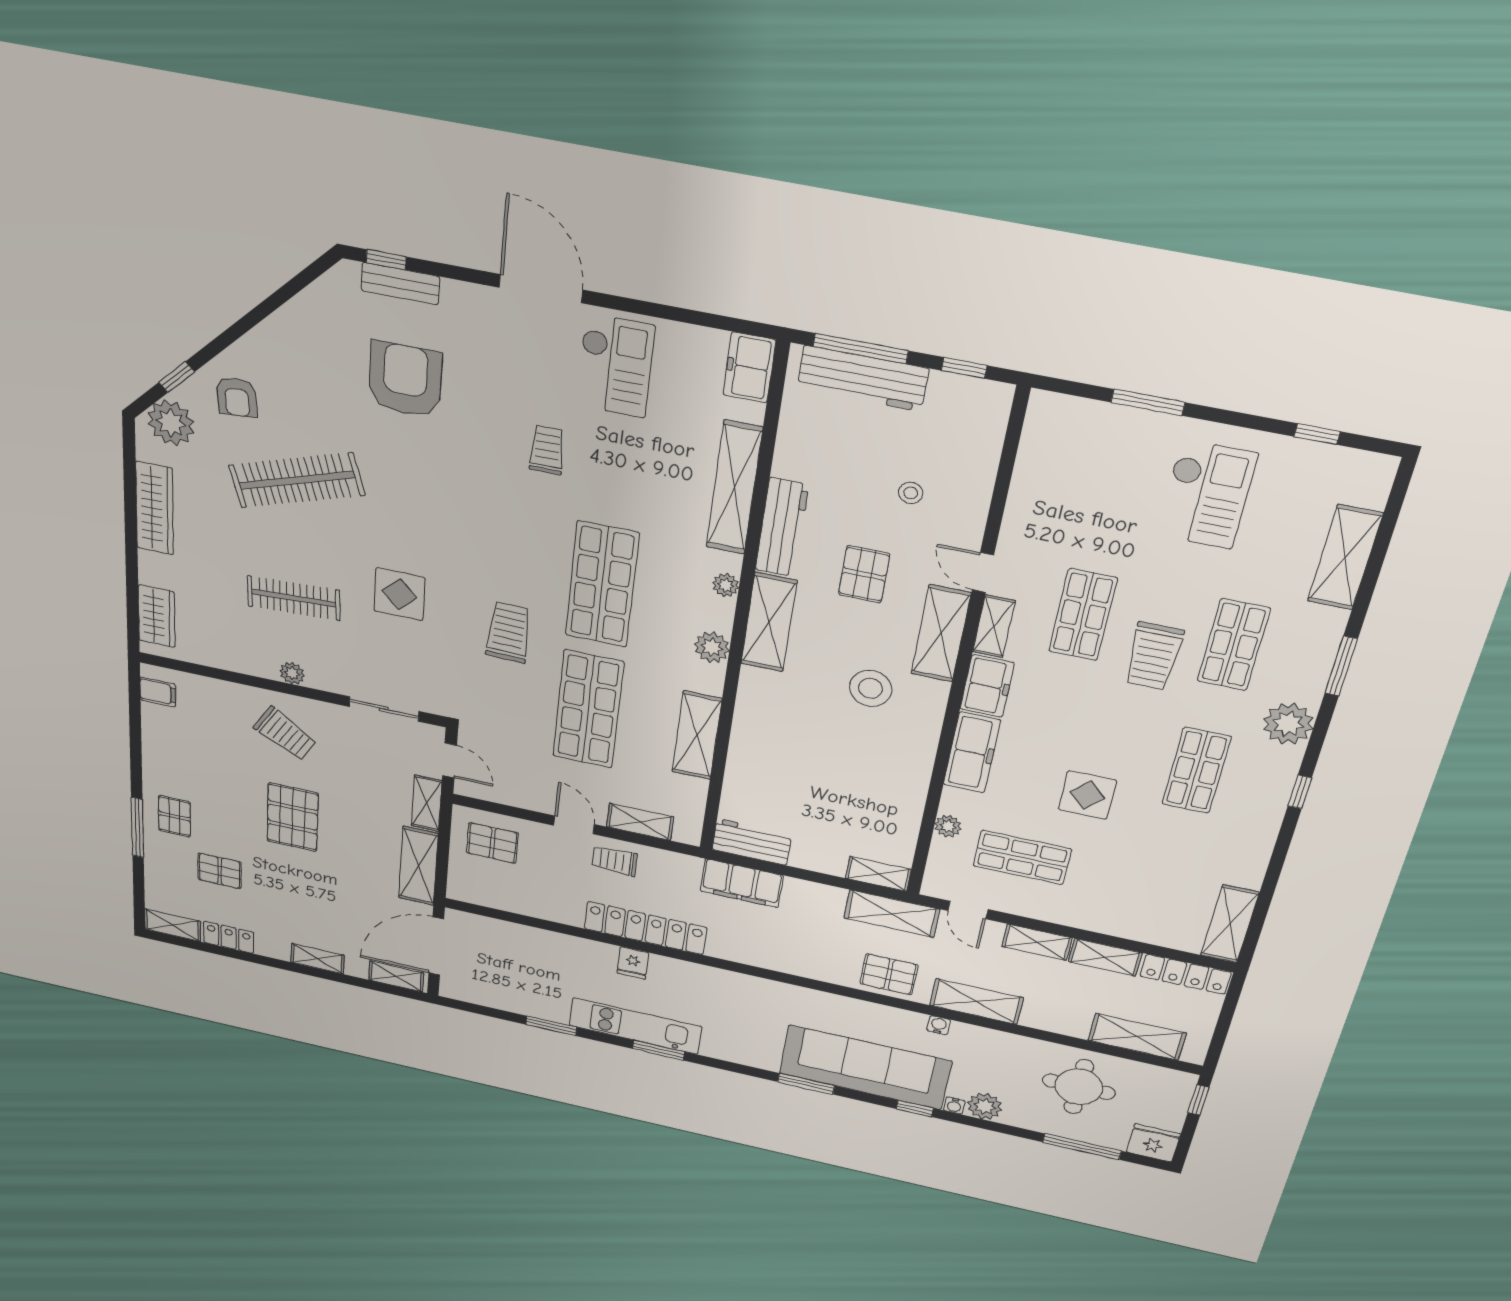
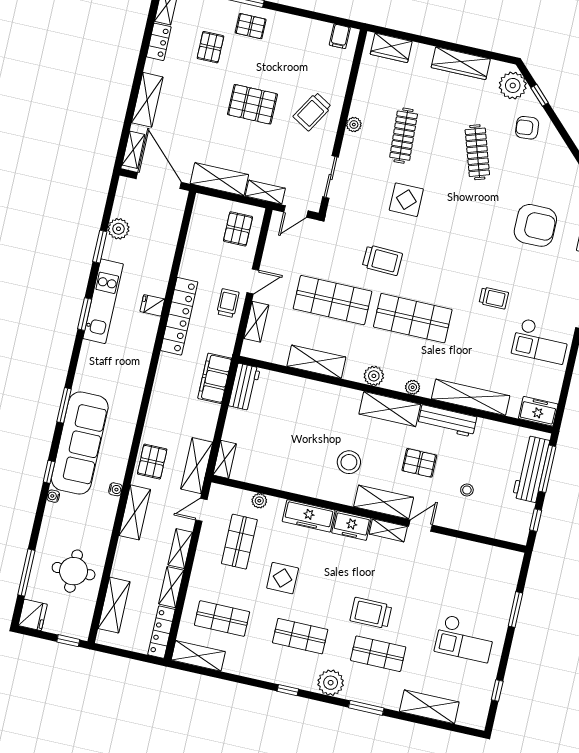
clothes rail: (297, 480) -> (477, 152), width x0.73, depth x0.76
shop shelf: (1083, 615) -> (222, 619), moved
shelving: (317, 959) -> (147, 100), width x1.50, depth x1.33
plant: (985, 1106) -> (118, 229), moved

